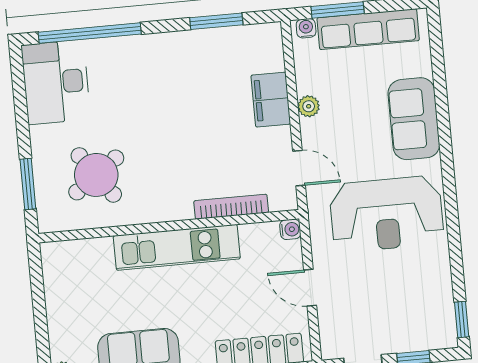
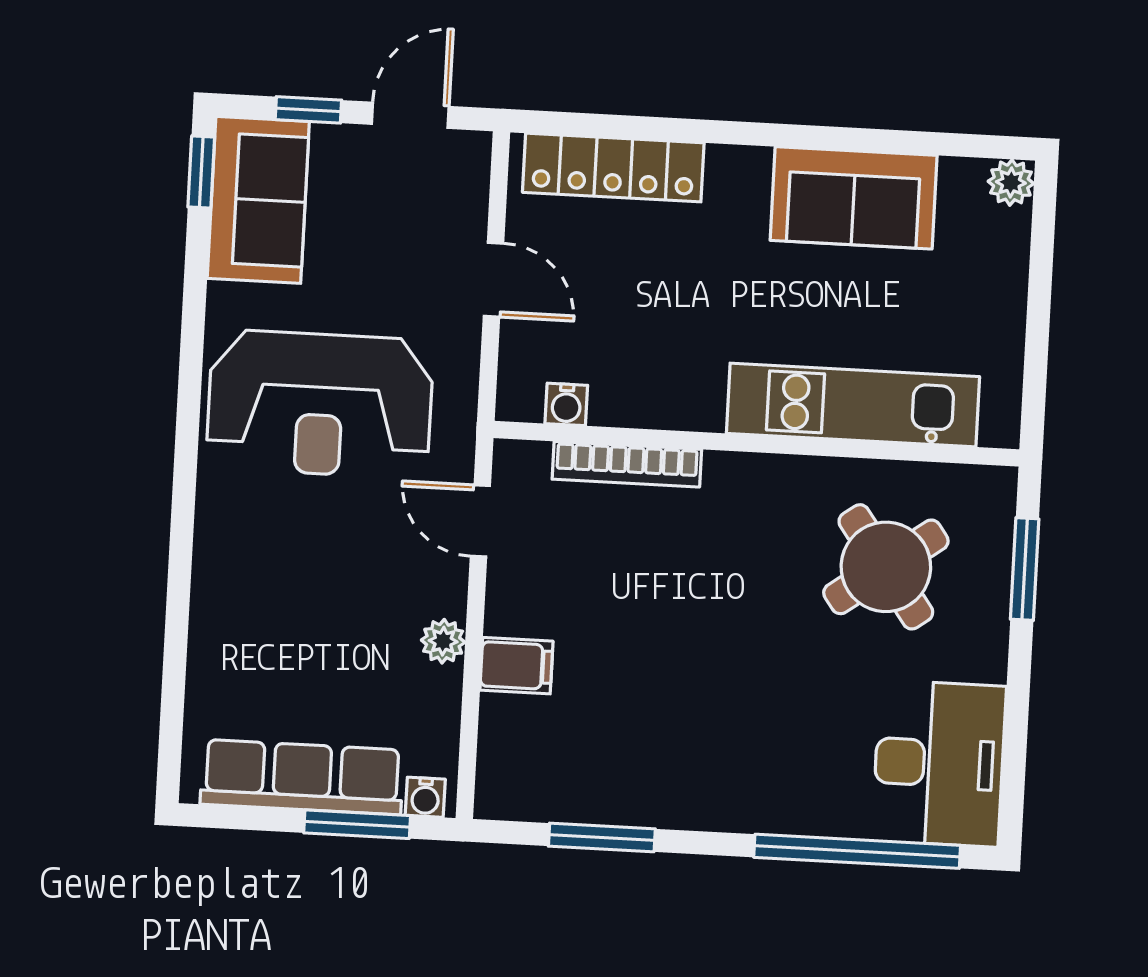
filing cabinet: (271, 100) -> (516, 666), width x0.50
sofa: (414, 119) -> (258, 200), moved
reception desk: (386, 214) -> (320, 404), turned 180
water cooler: (290, 229) -> (566, 404), moved, turned -90
kitchen unit: (177, 247) -> (853, 405), moved

